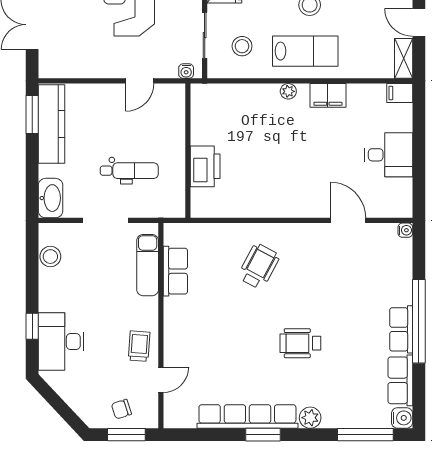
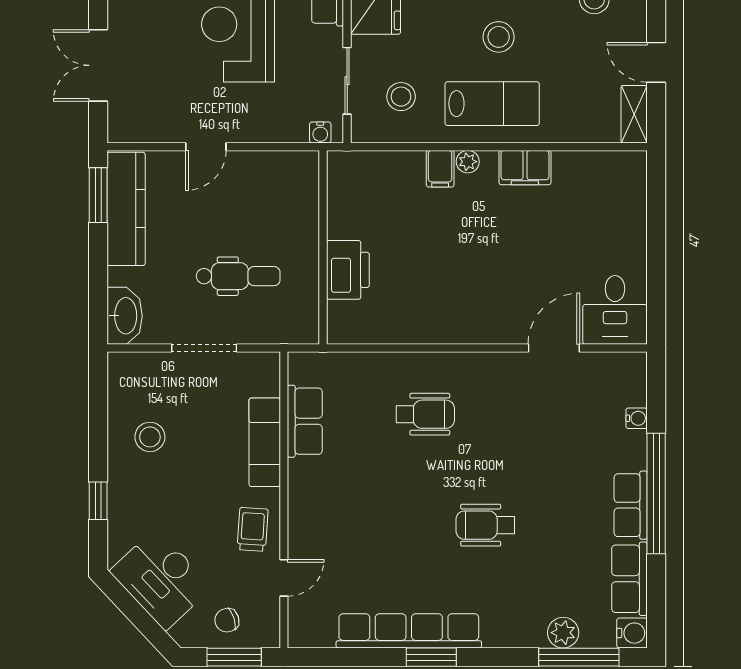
door: (140, 81) -> (206, 147), moved
filing cabinet: (400, 93) -> (440, 169), moved, turned -90
desk: (389, 155) -> (615, 310), moved, turned 90
door: (348, 220) -> (554, 348), hinge flipped
water cooler: (405, 230) -> (637, 418), moved
stool: (50, 257) -> (150, 437), moved
exam couch: (148, 265) -> (265, 442), moved
wheelchair: (259, 266) -> (425, 414), turned 62
desk: (61, 342) -> (161, 579), moved, turned -43
plant: (310, 418) -> (563, 633), moved

